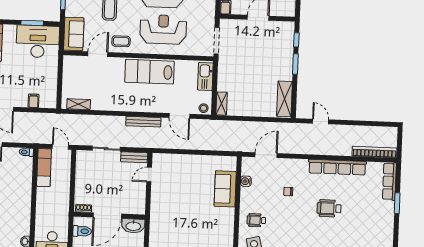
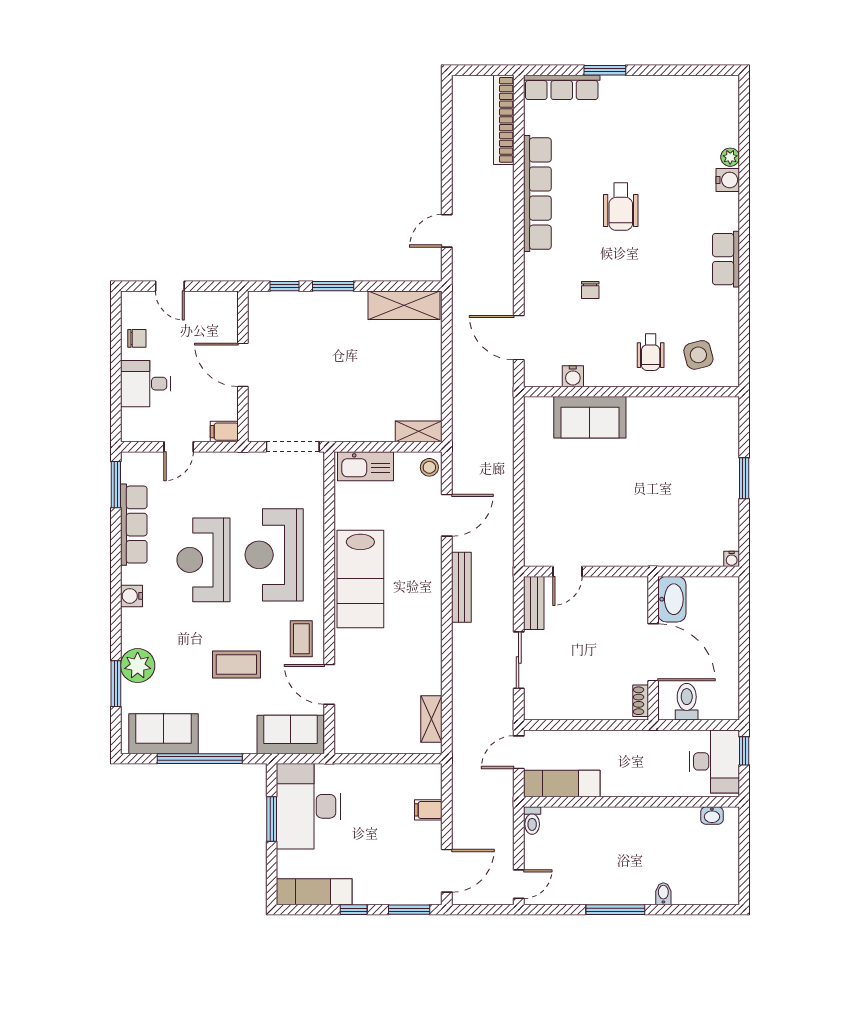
door: (149, 175) -> (567, 571), hinge flipped

